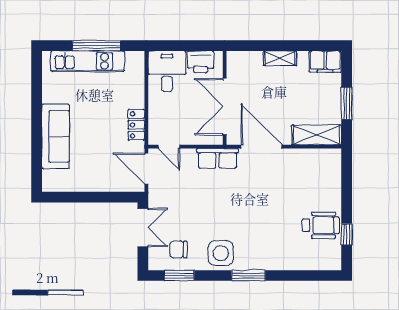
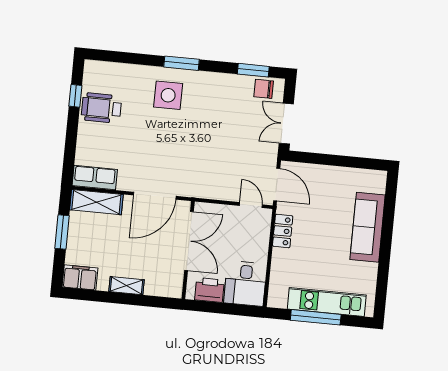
door: (262, 147) -> (155, 196), hinge flipped
row of seats: (218, 158) -> (95, 177), moved
chair: (178, 249) -> (264, 89), moved, turned 180
side table: (221, 253) -> (168, 95), moved

